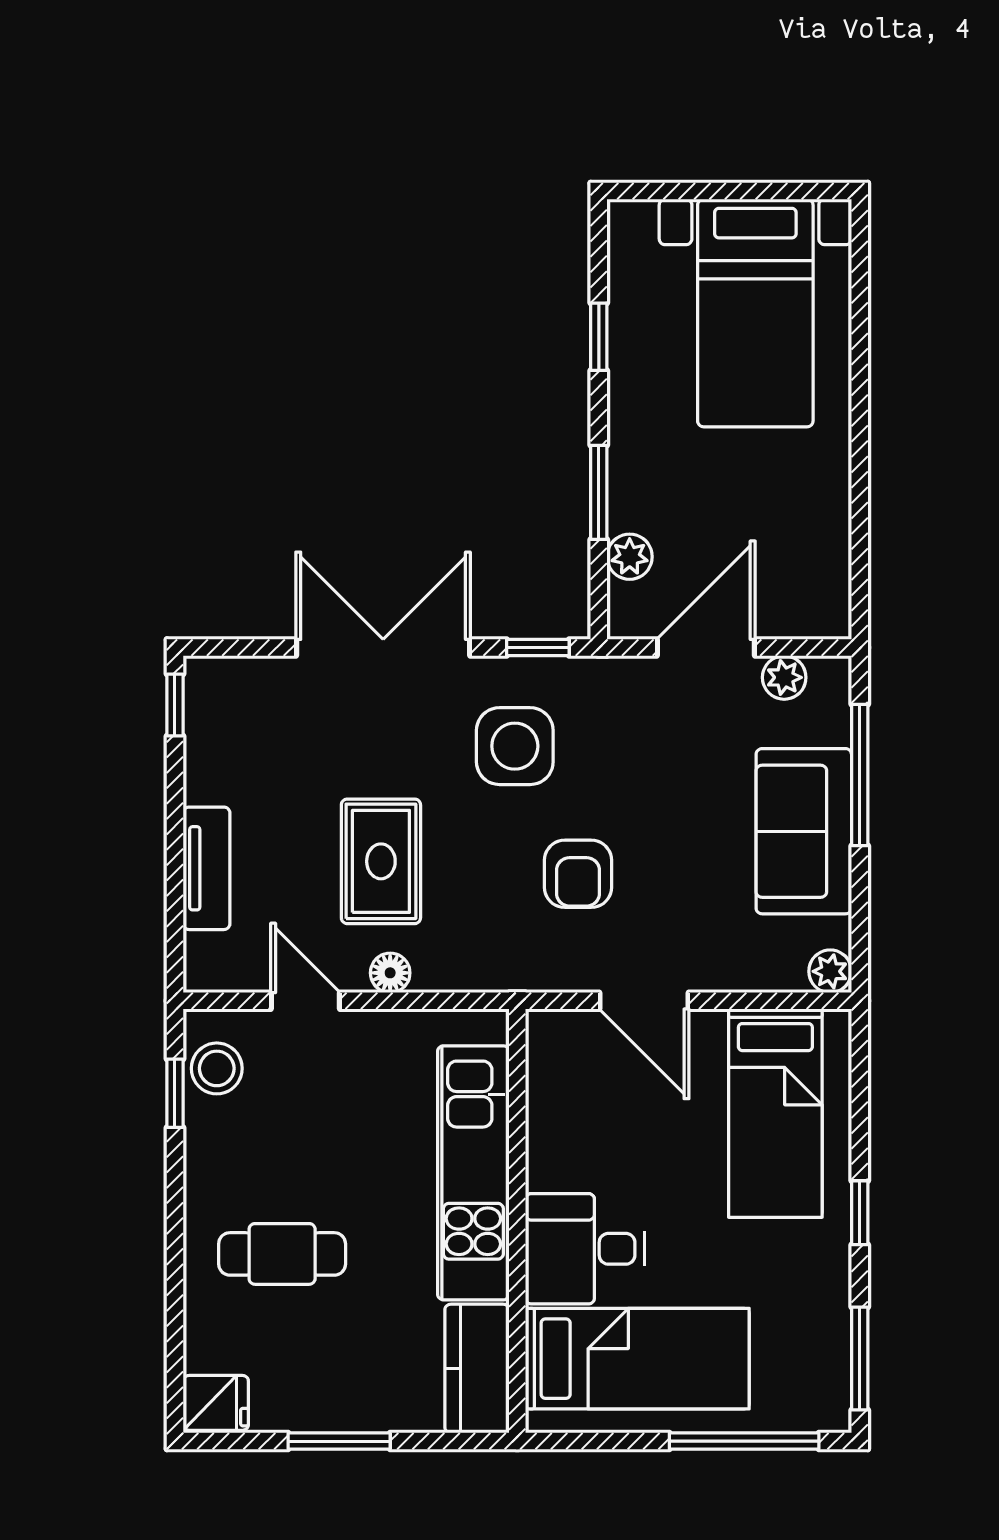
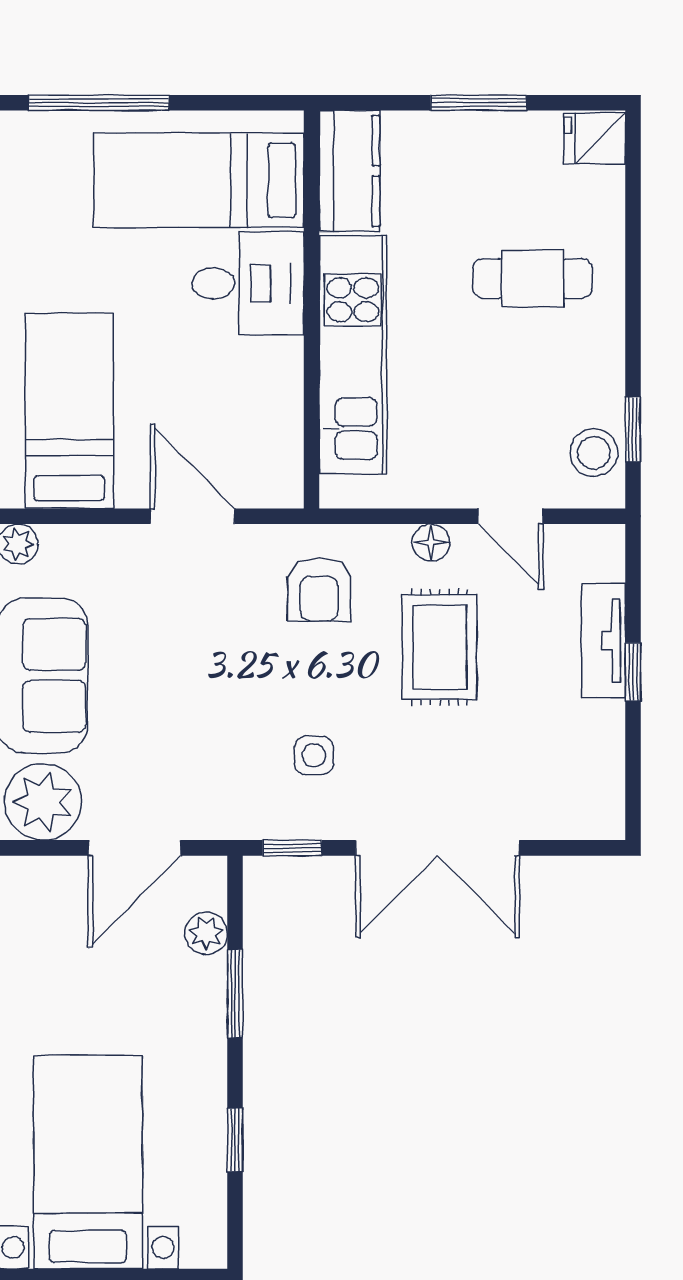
plant: (784, 677) -> (43, 802), width x1.88, depth x1.88
window: (175, 705) -> (633, 672), moved
side table: (515, 746) -> (314, 755), width x0.54, depth x0.54
armchair: (578, 874) -> (319, 590), moved, turned 180

